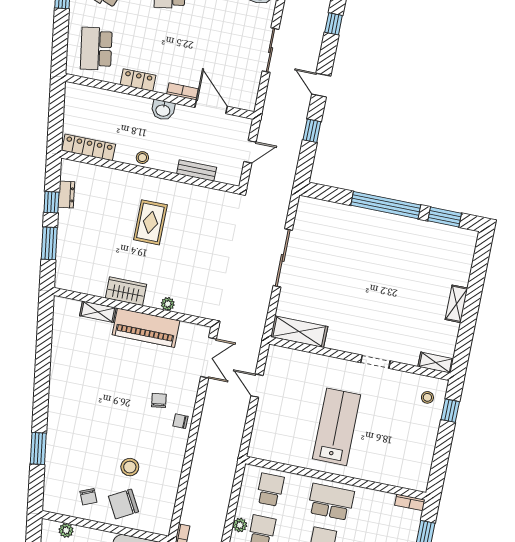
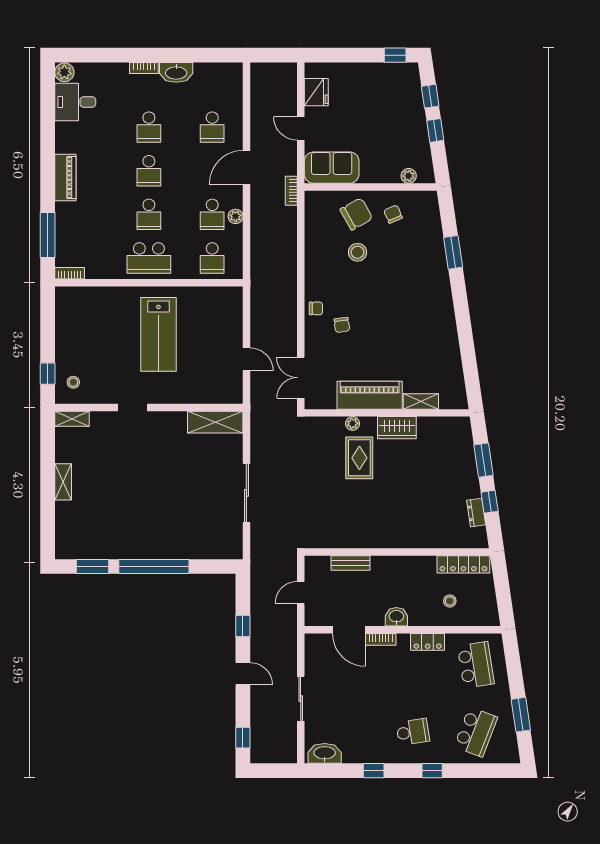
stool: (142, 158) -> (450, 601), moved
rug: (150, 222) -> (359, 458), moved

